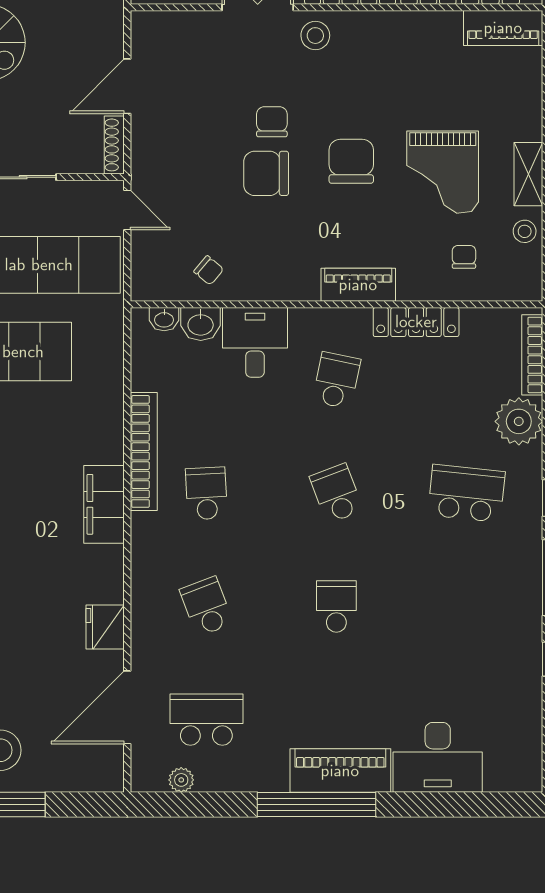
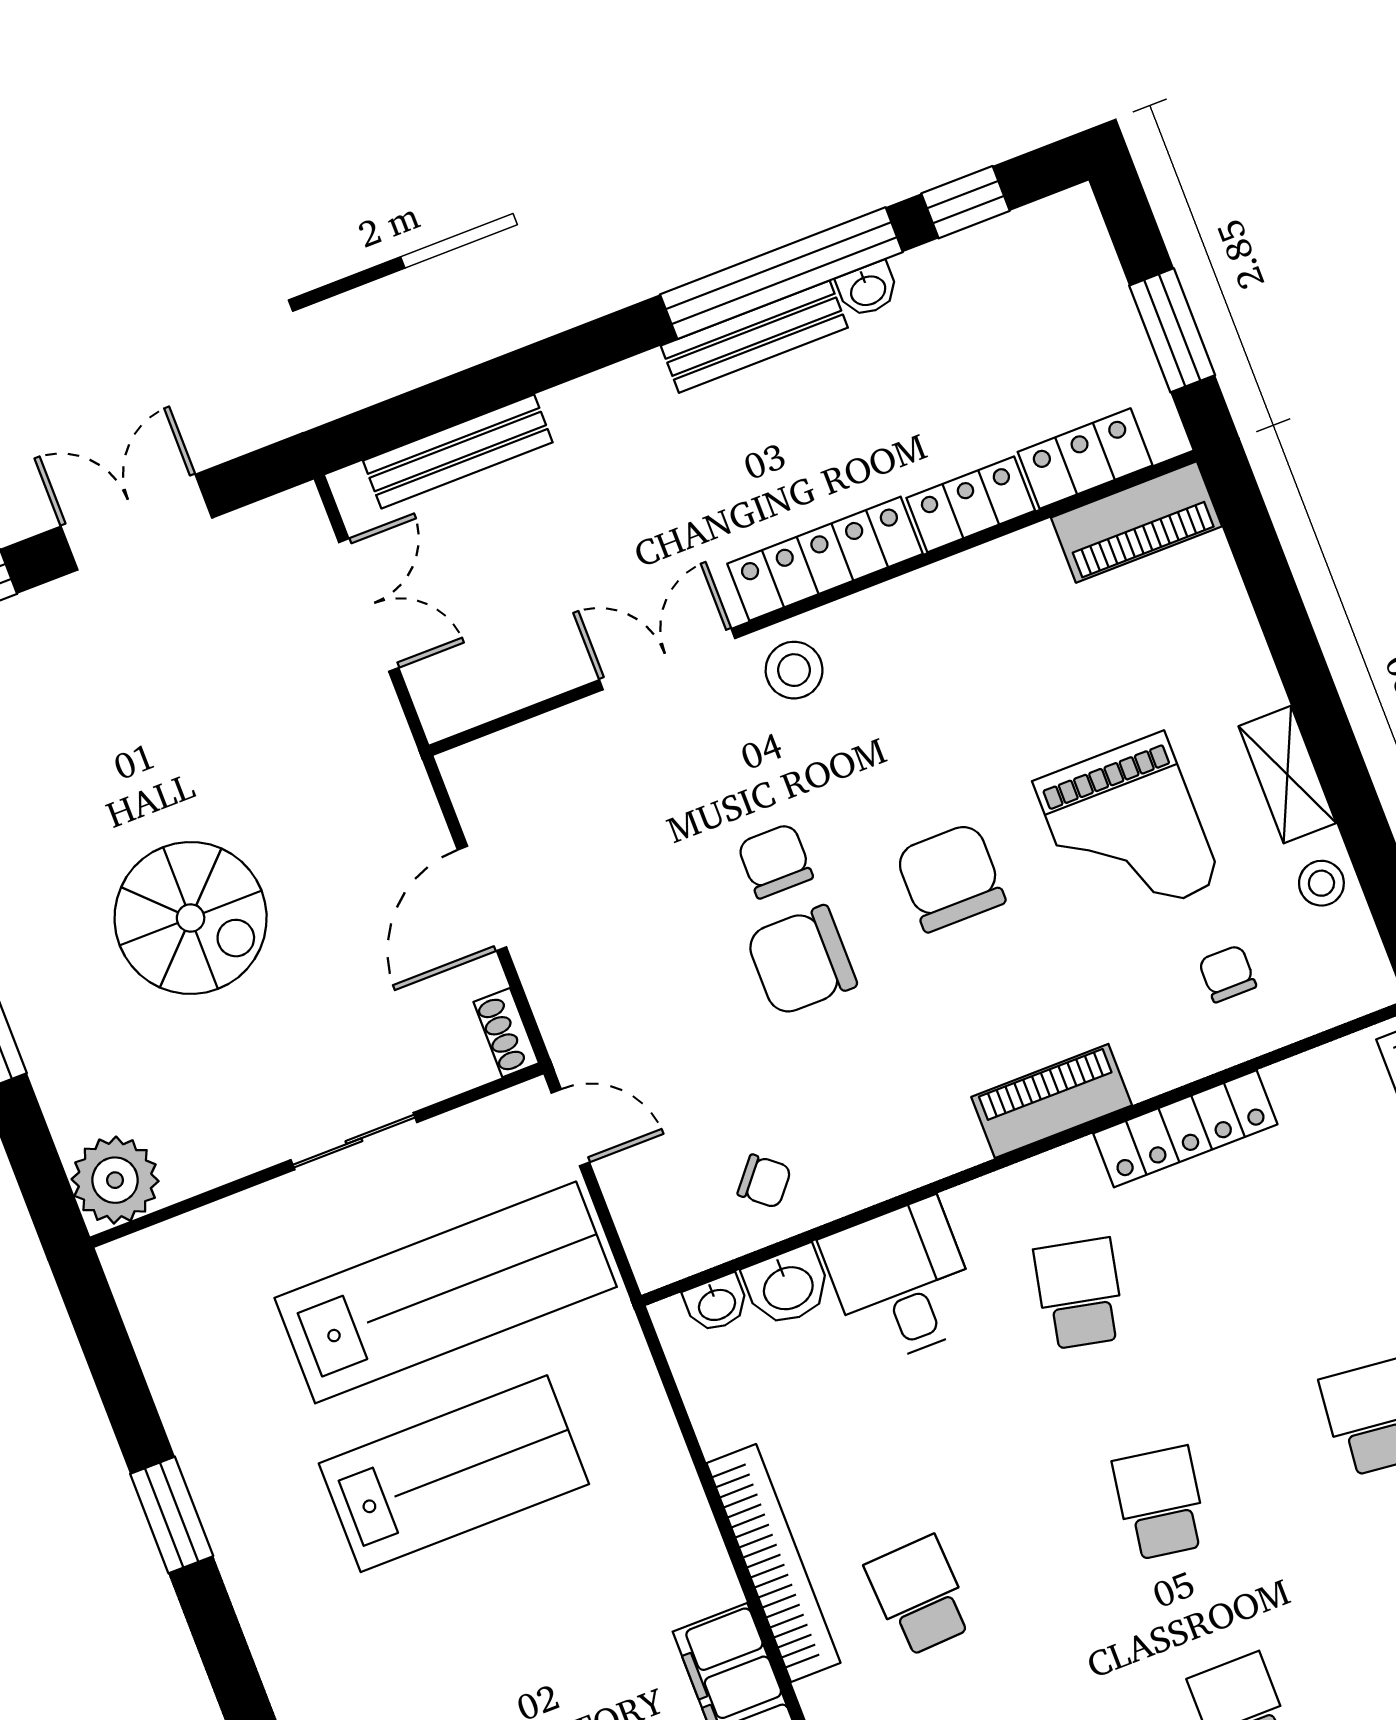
shoe rack: (114, 145) -> (506, 1033), width x0.70
school desk: (336, 493) -> (1160, 1503), turned 30

